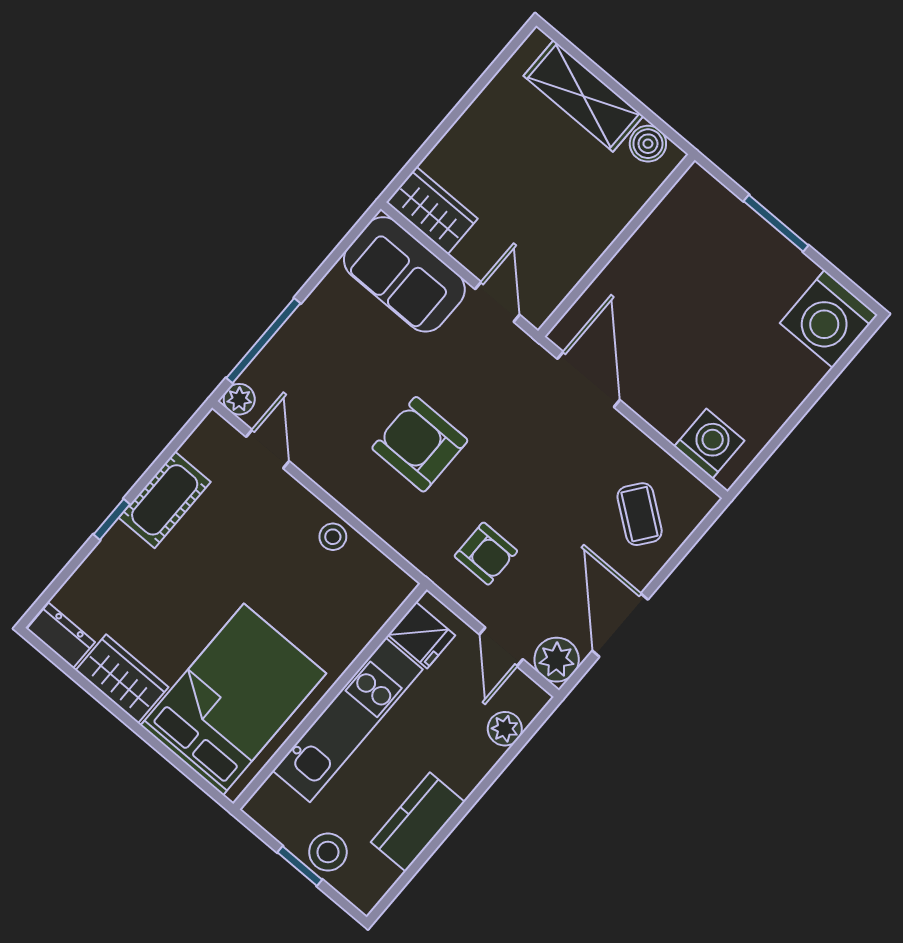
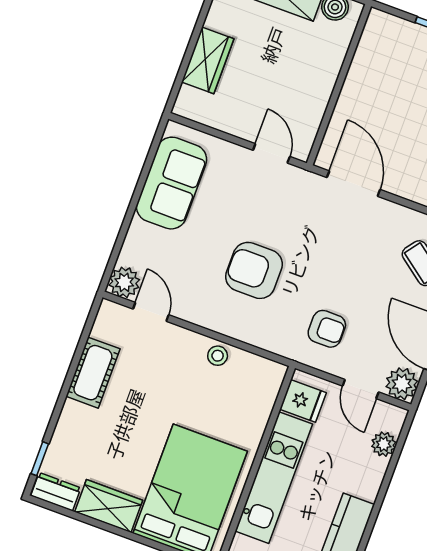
wardrobe: (432, 210) -> (208, 60), moved, turned 90
sofa: (404, 274) -> (172, 183), moved, turned -90
window: (263, 341) -> (121, 239), removed
plant: (239, 399) -> (124, 282), width x1.38, depth x1.38
window: (112, 519) -> (40, 459), moved

